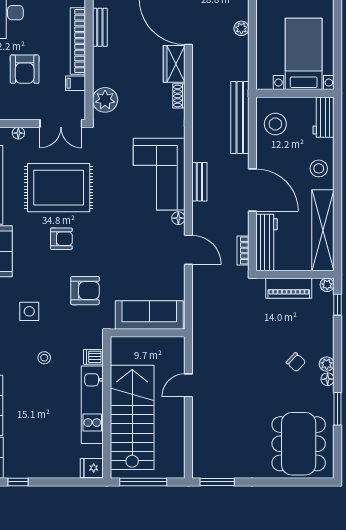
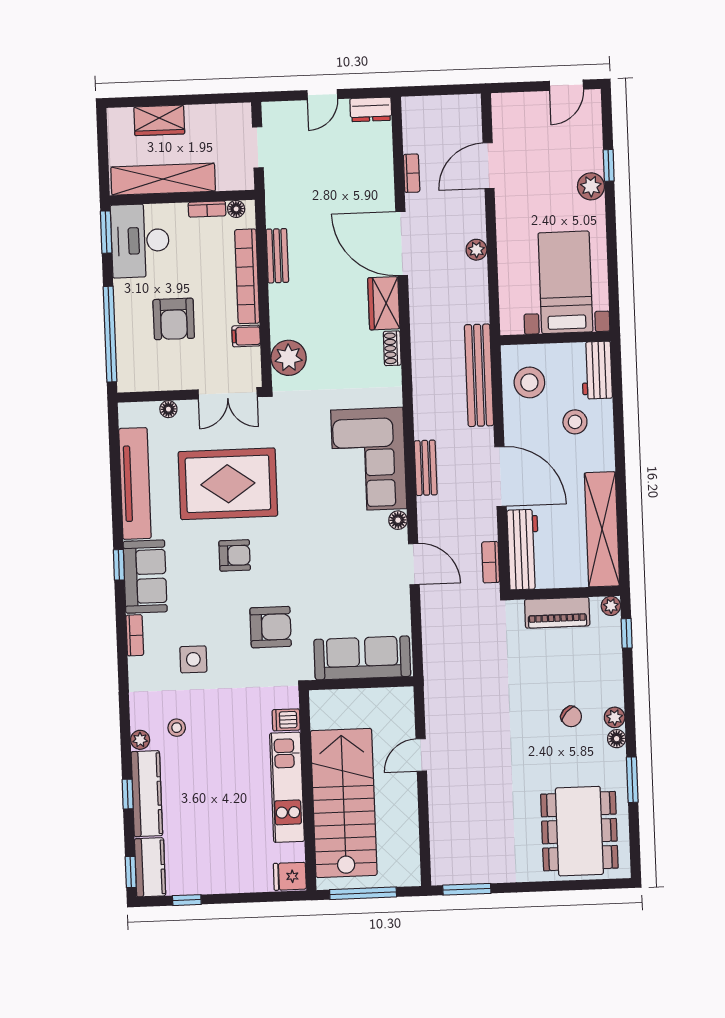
stool: (319, 168) -> (575, 422), moved
stool: (44, 358) -> (177, 728), moved

